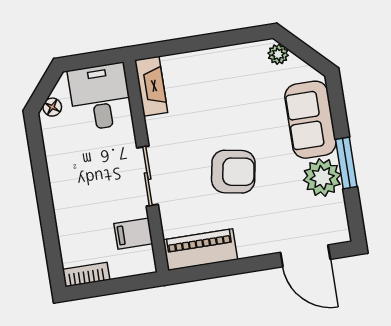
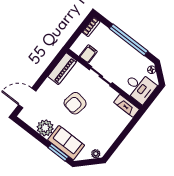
window: (346, 163) -> (58, 152), moved
window: (44, 194) -> (129, 40), added

